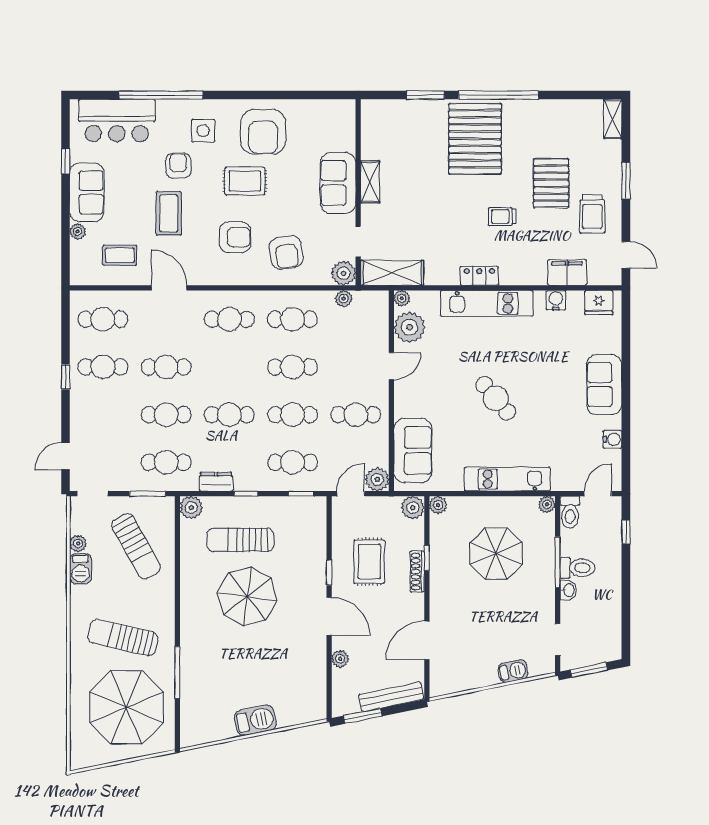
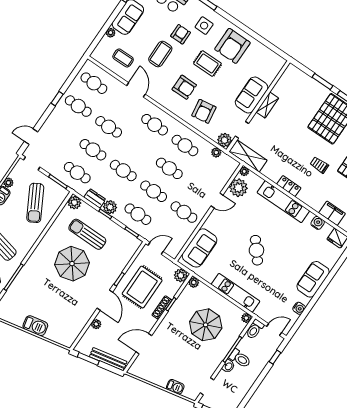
plant: (377, 479) -> (110, 207), moved
rug: (369, 562) -> (142, 287), width x1.36, depth x1.43

